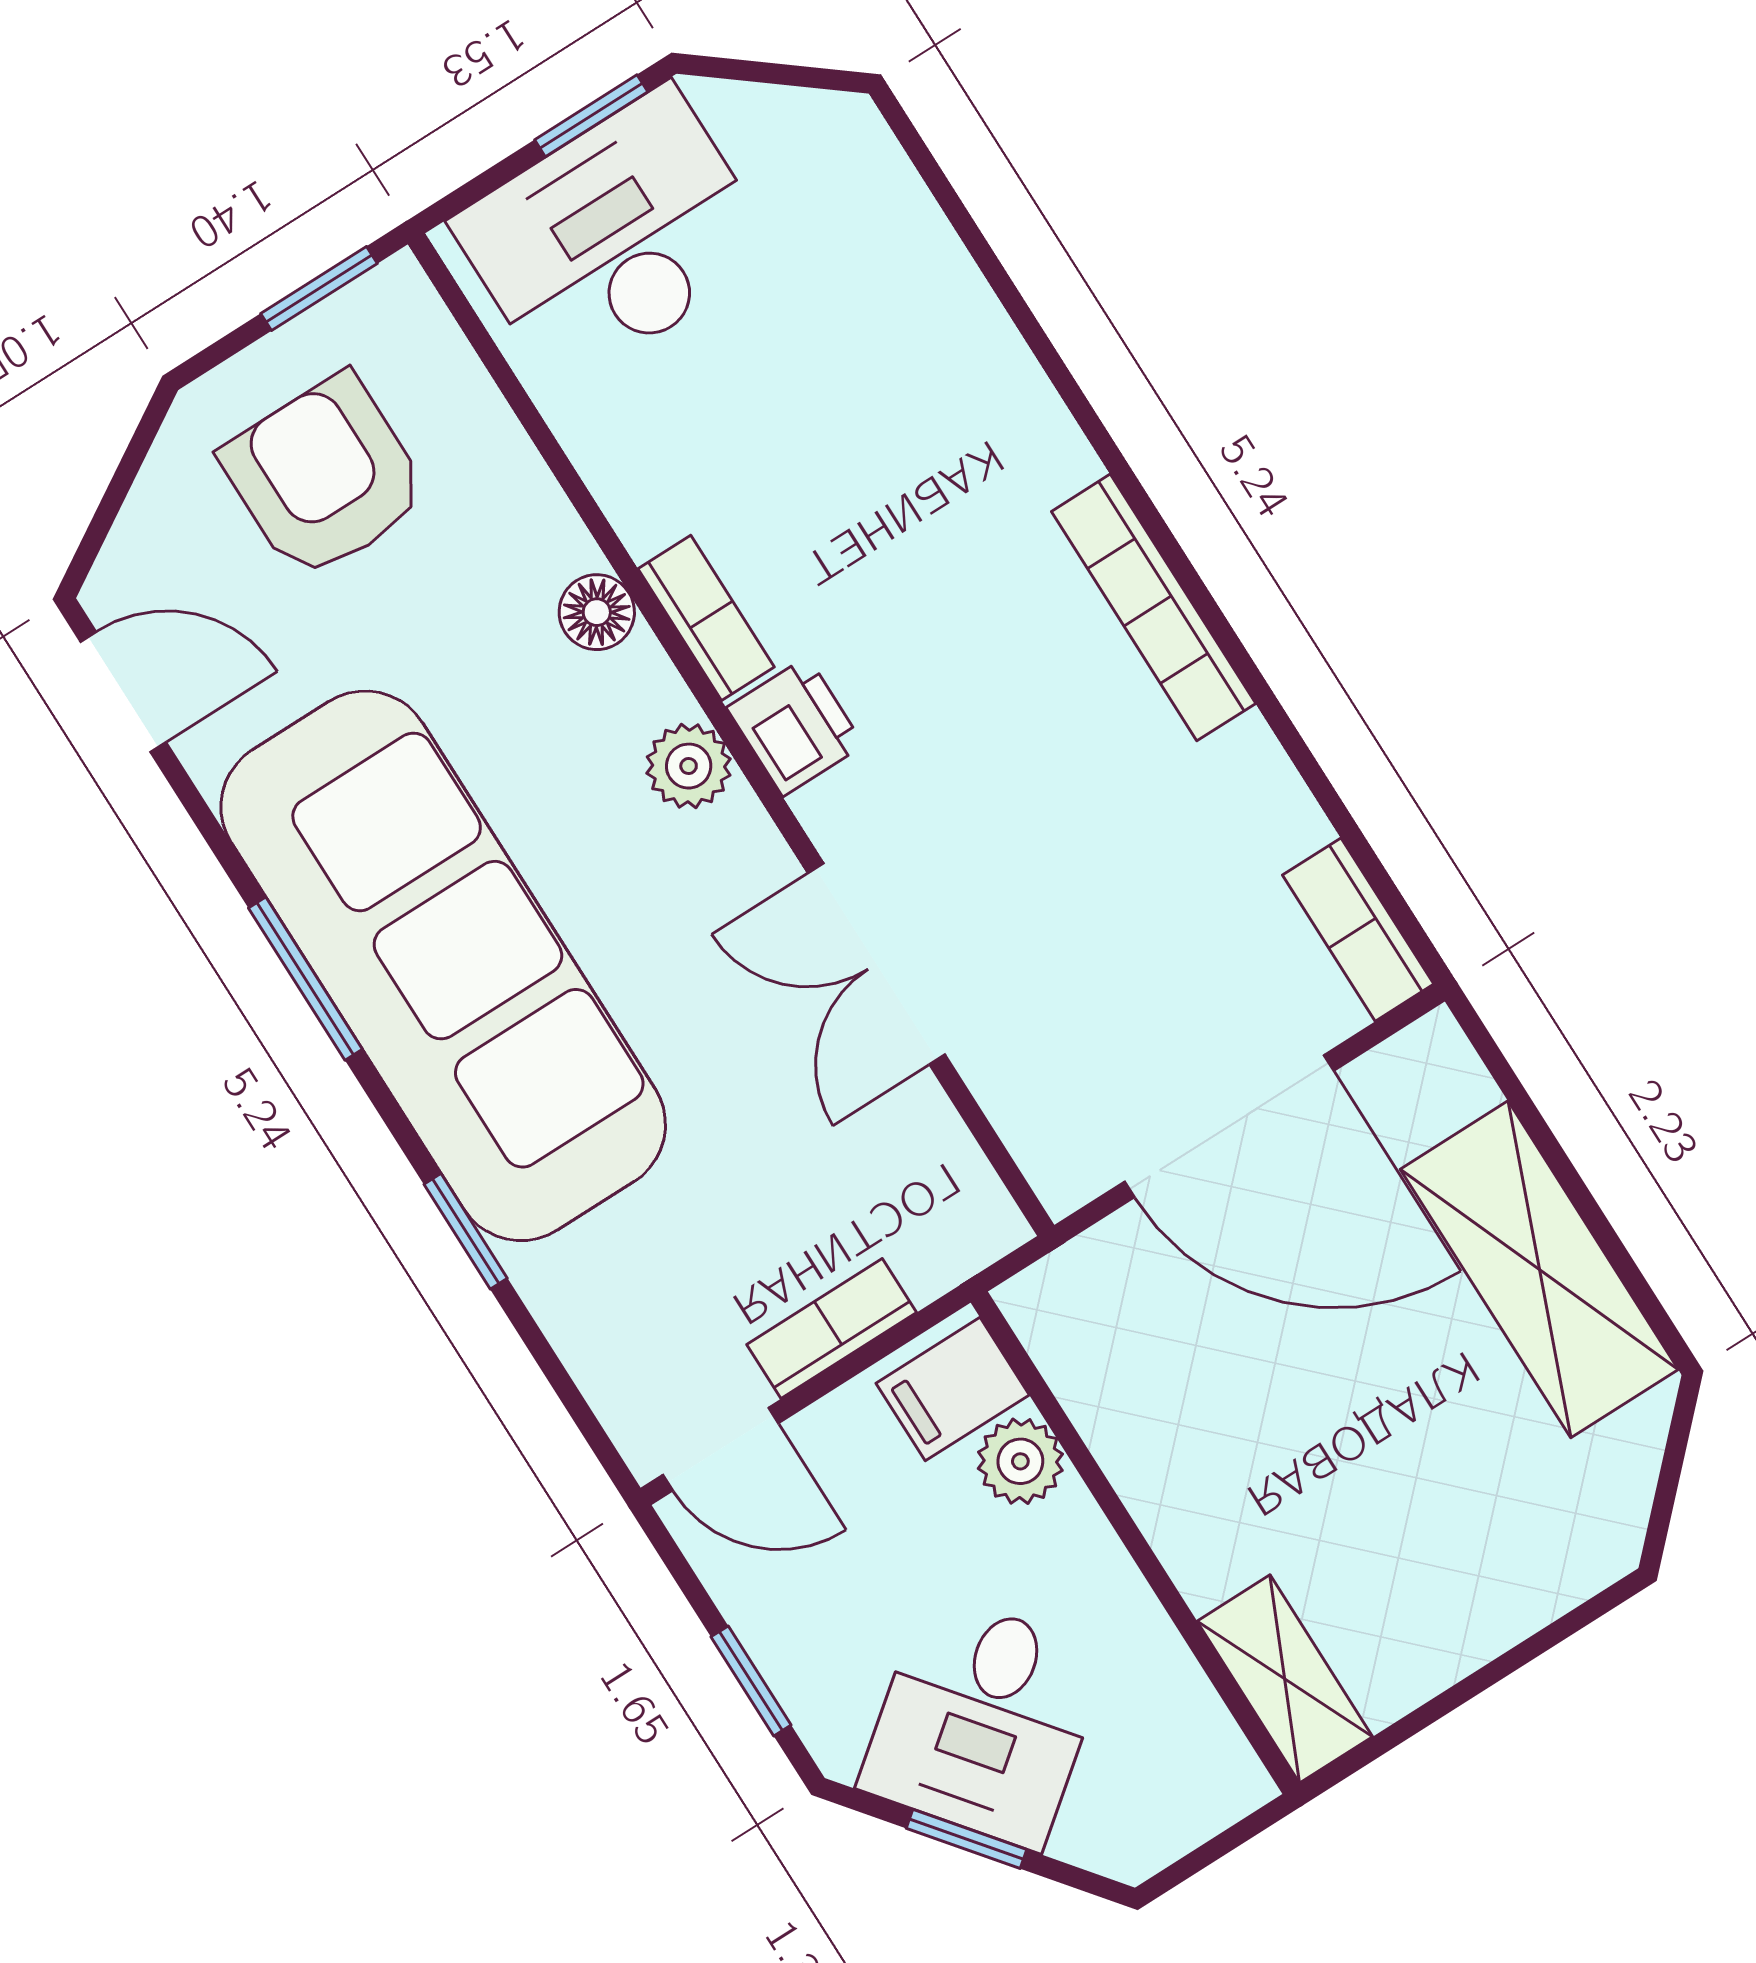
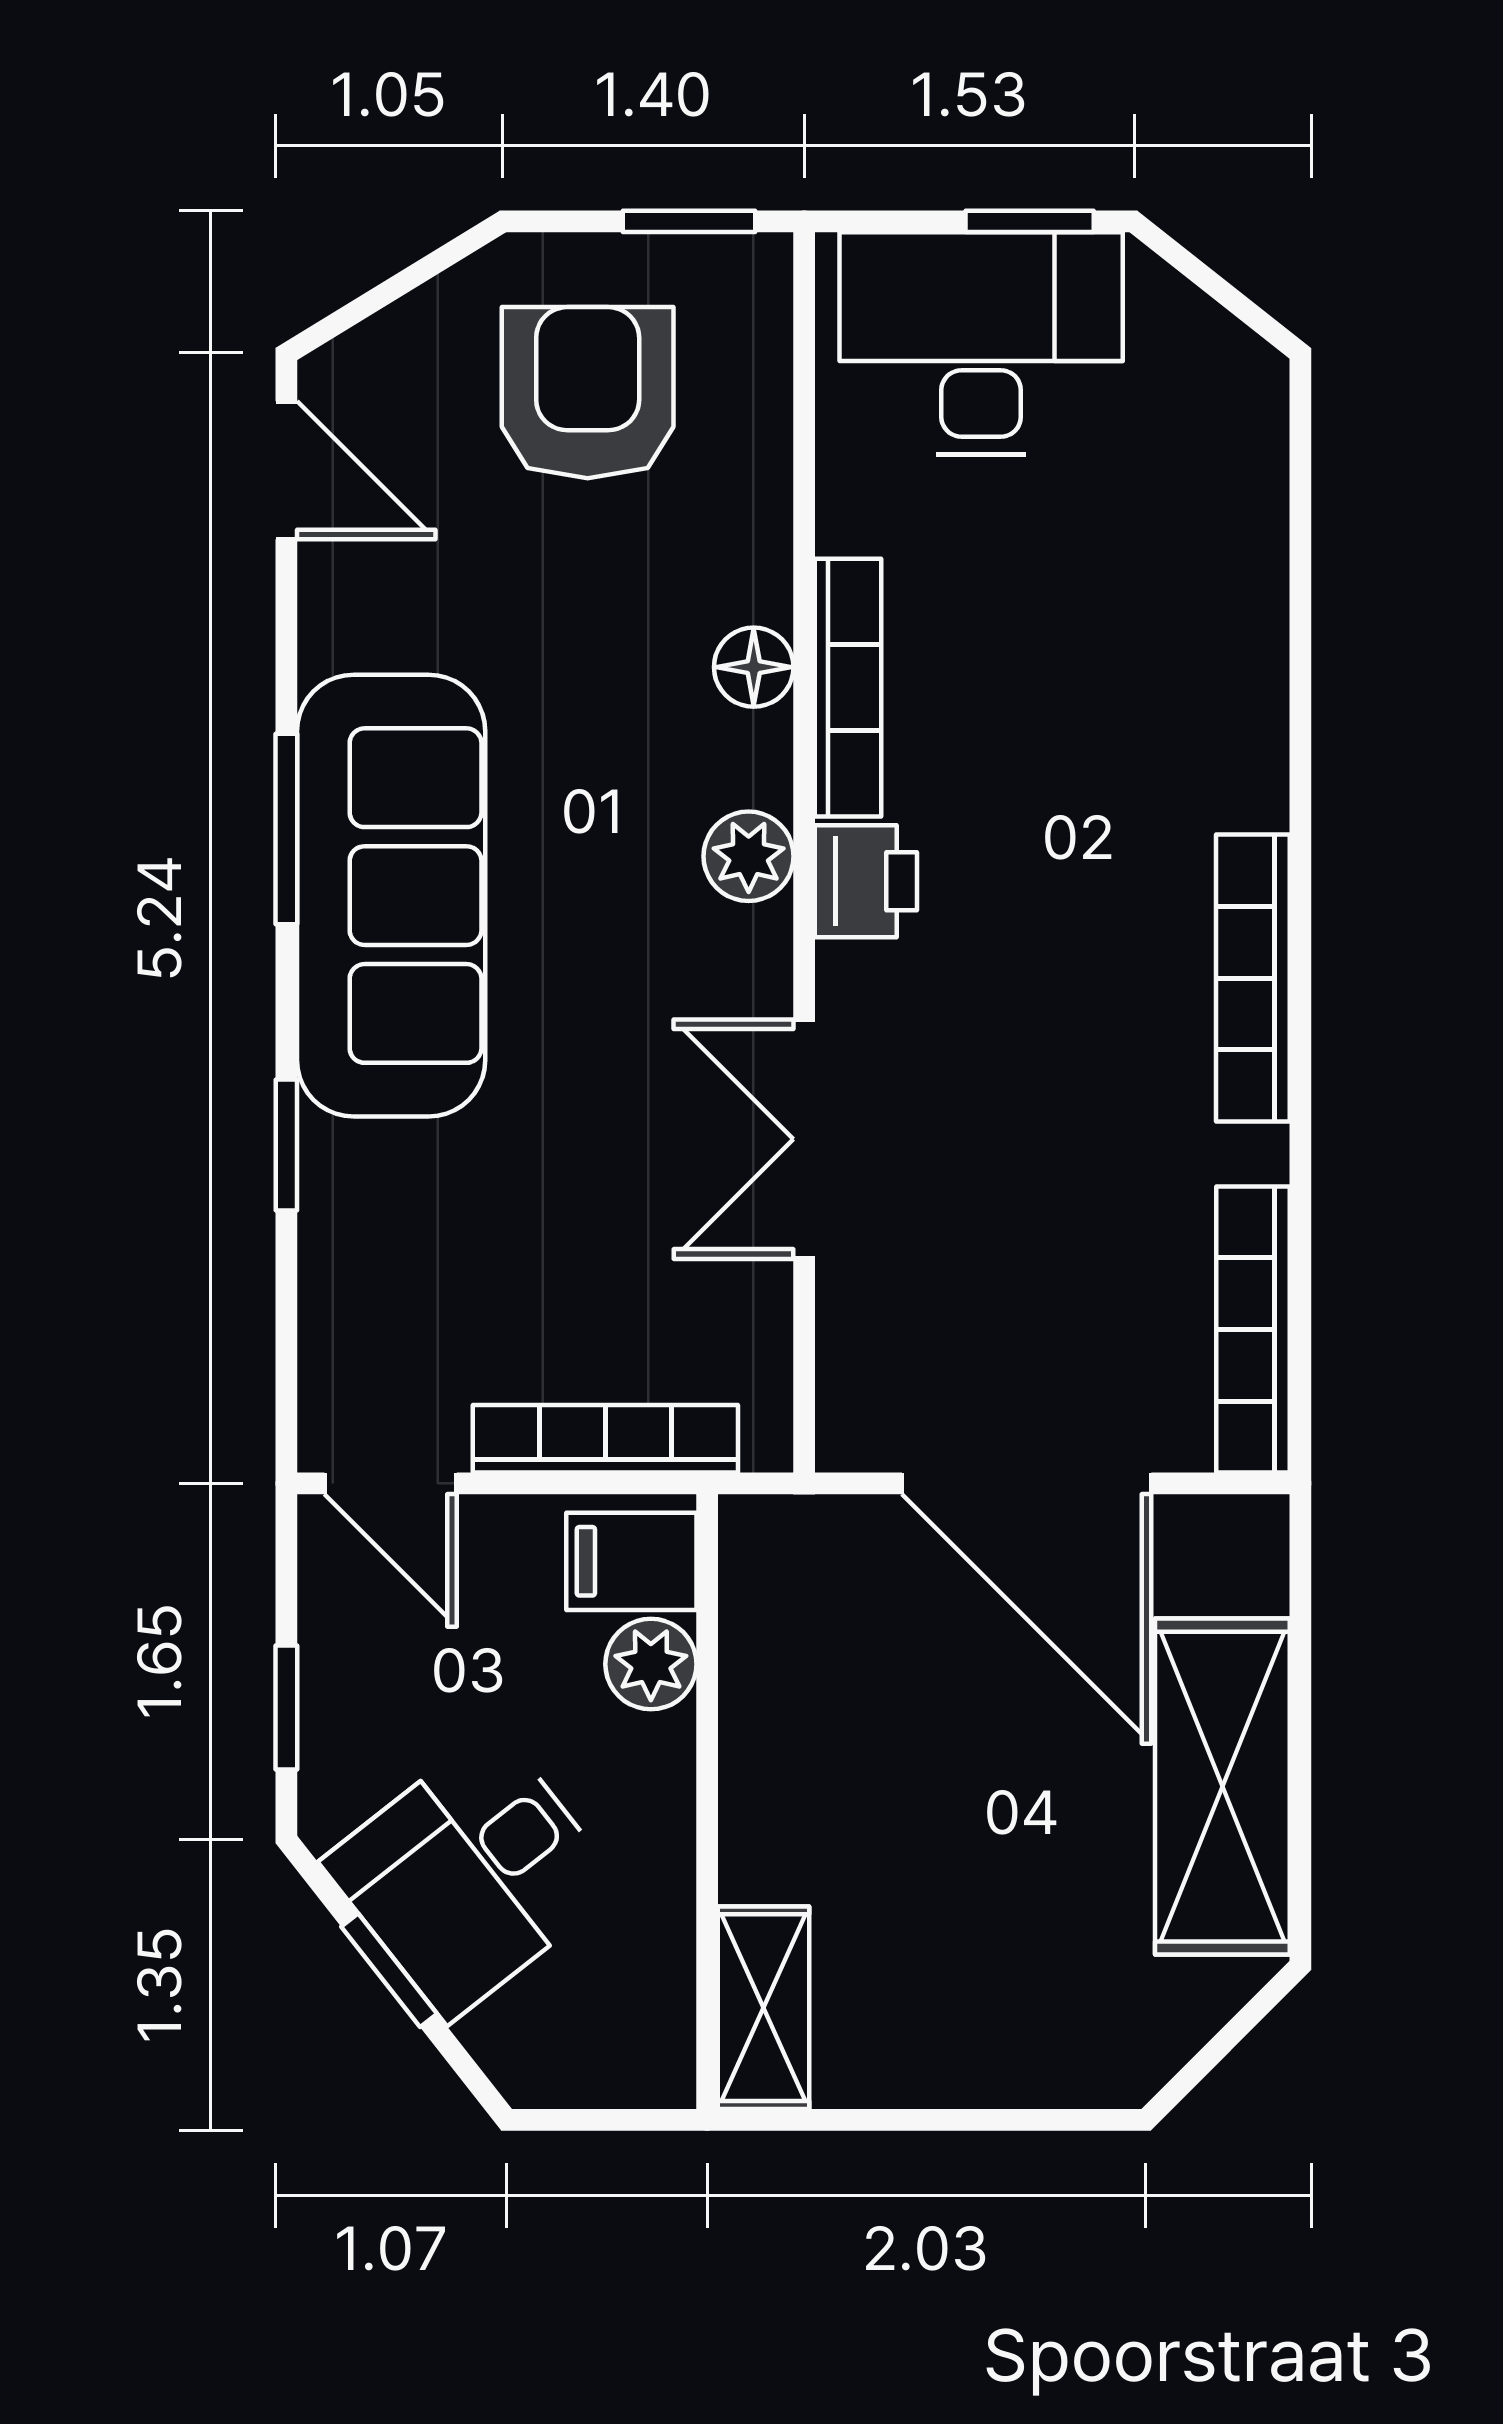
bookcase: (706, 618) -> (848, 688), width x1.56
bookcase: (1358, 930) -> (1253, 1329), width x1.56
sofa: (443, 966) -> (391, 896), width x0.74, depth x0.79
bookcase: (832, 1328) -> (605, 1439), width x1.56

